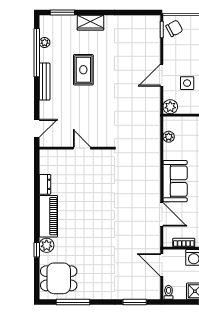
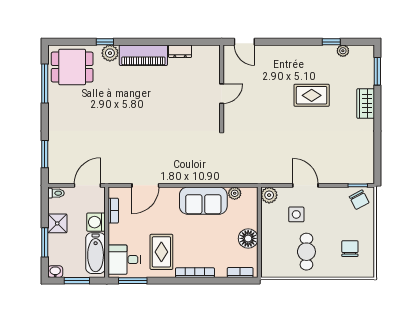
window: (37, 53) -> (331, 42), width x0.32
bench: (45, 82) -> (298, 51), removed
sofa: (175, 181) -> (203, 201), moved
dining table: (59, 278) -> (72, 67), turned 90

